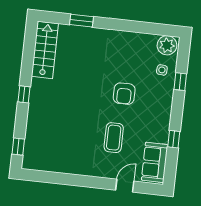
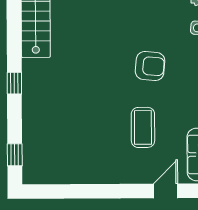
armchair: (124, 94) -> (150, 66), turned -85

